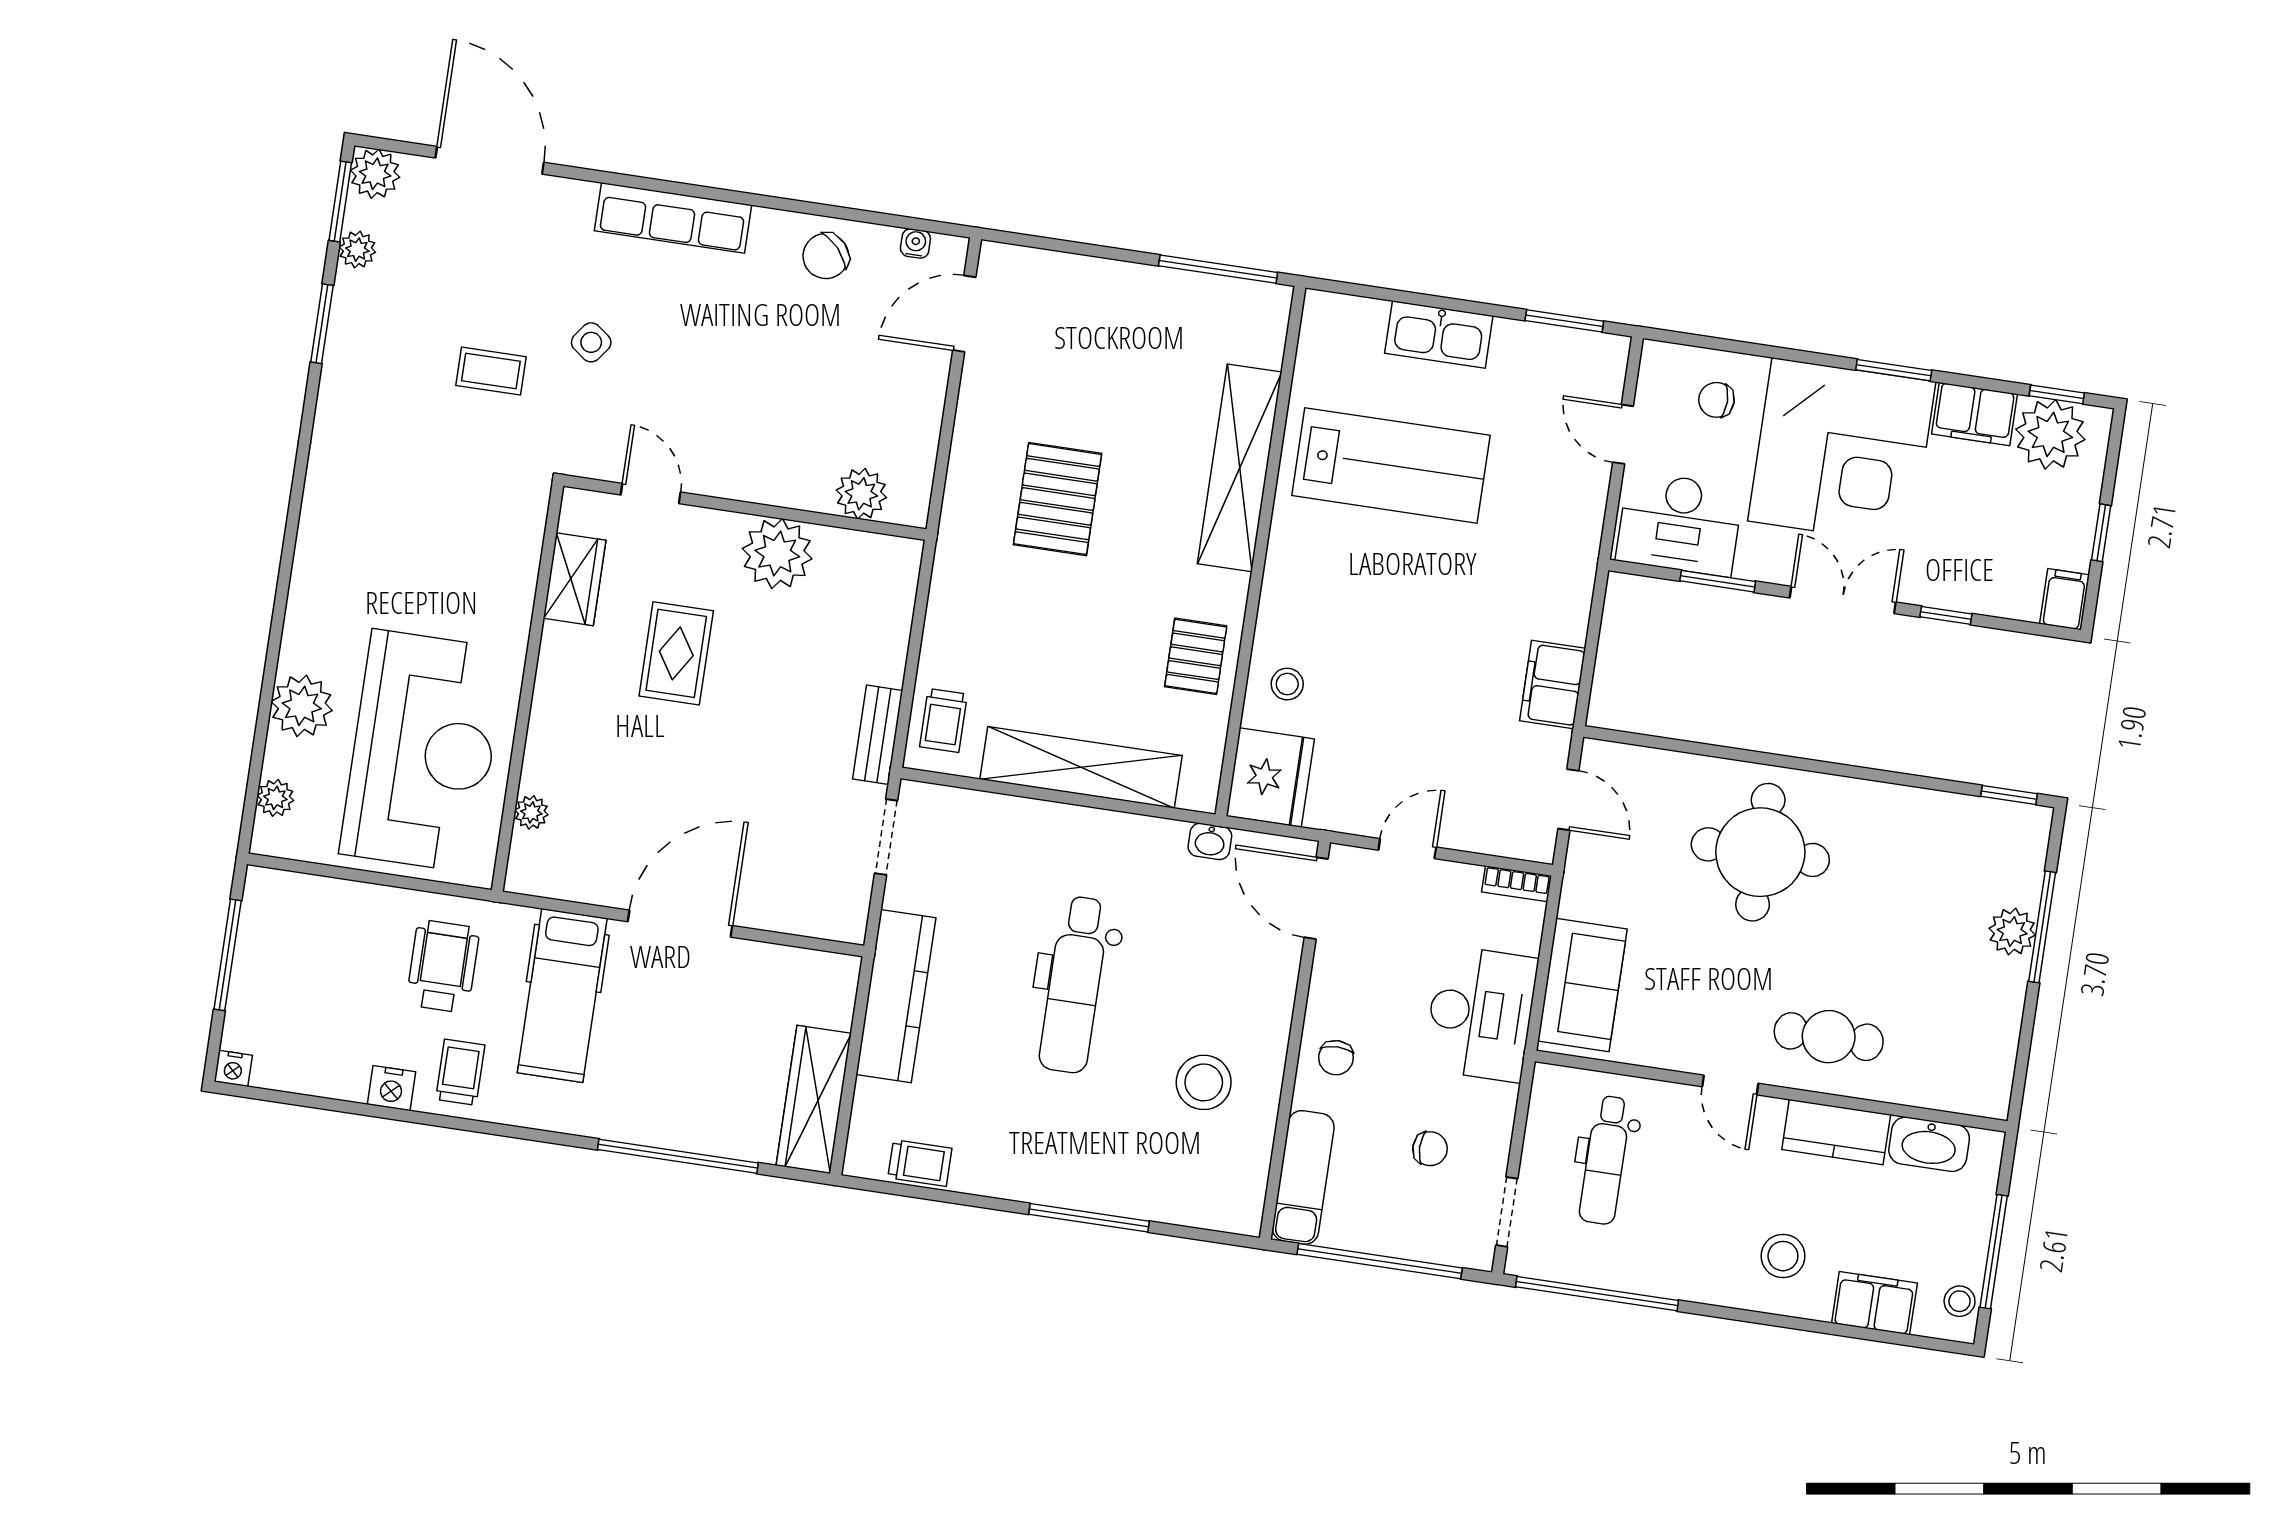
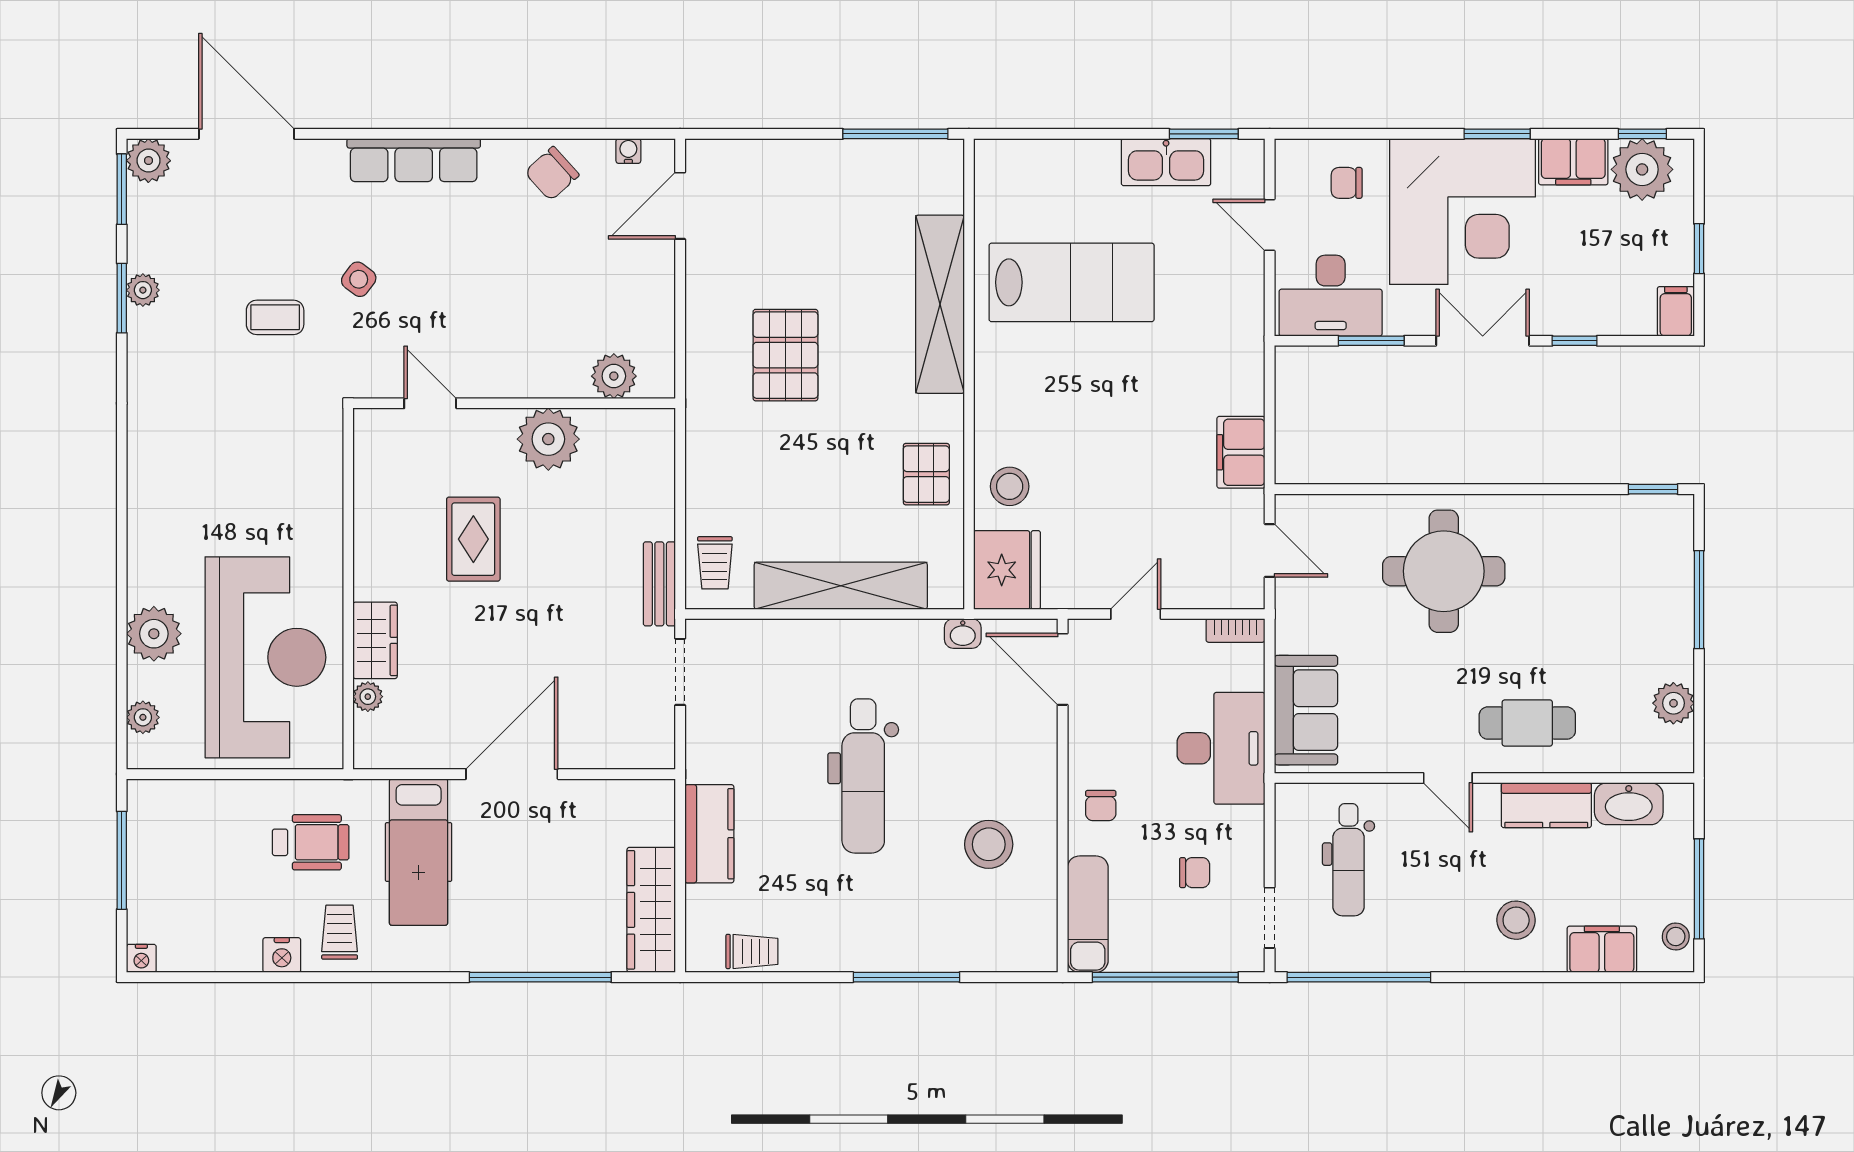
plant: (357, 250) -> (143, 290), moved
kitchen sink: (1439, 335) -> (1166, 162), moved
wardrobe: (575, 579) -> (375, 640), moved
stool: (1287, 684) -> (1010, 486), width x1.37, depth x1.37
plant: (2012, 932) -> (1673, 703), moved
wheelchair: (443, 966) -> (311, 842), turned 90
kitchen counter: (896, 996) -> (709, 834), width x0.67

